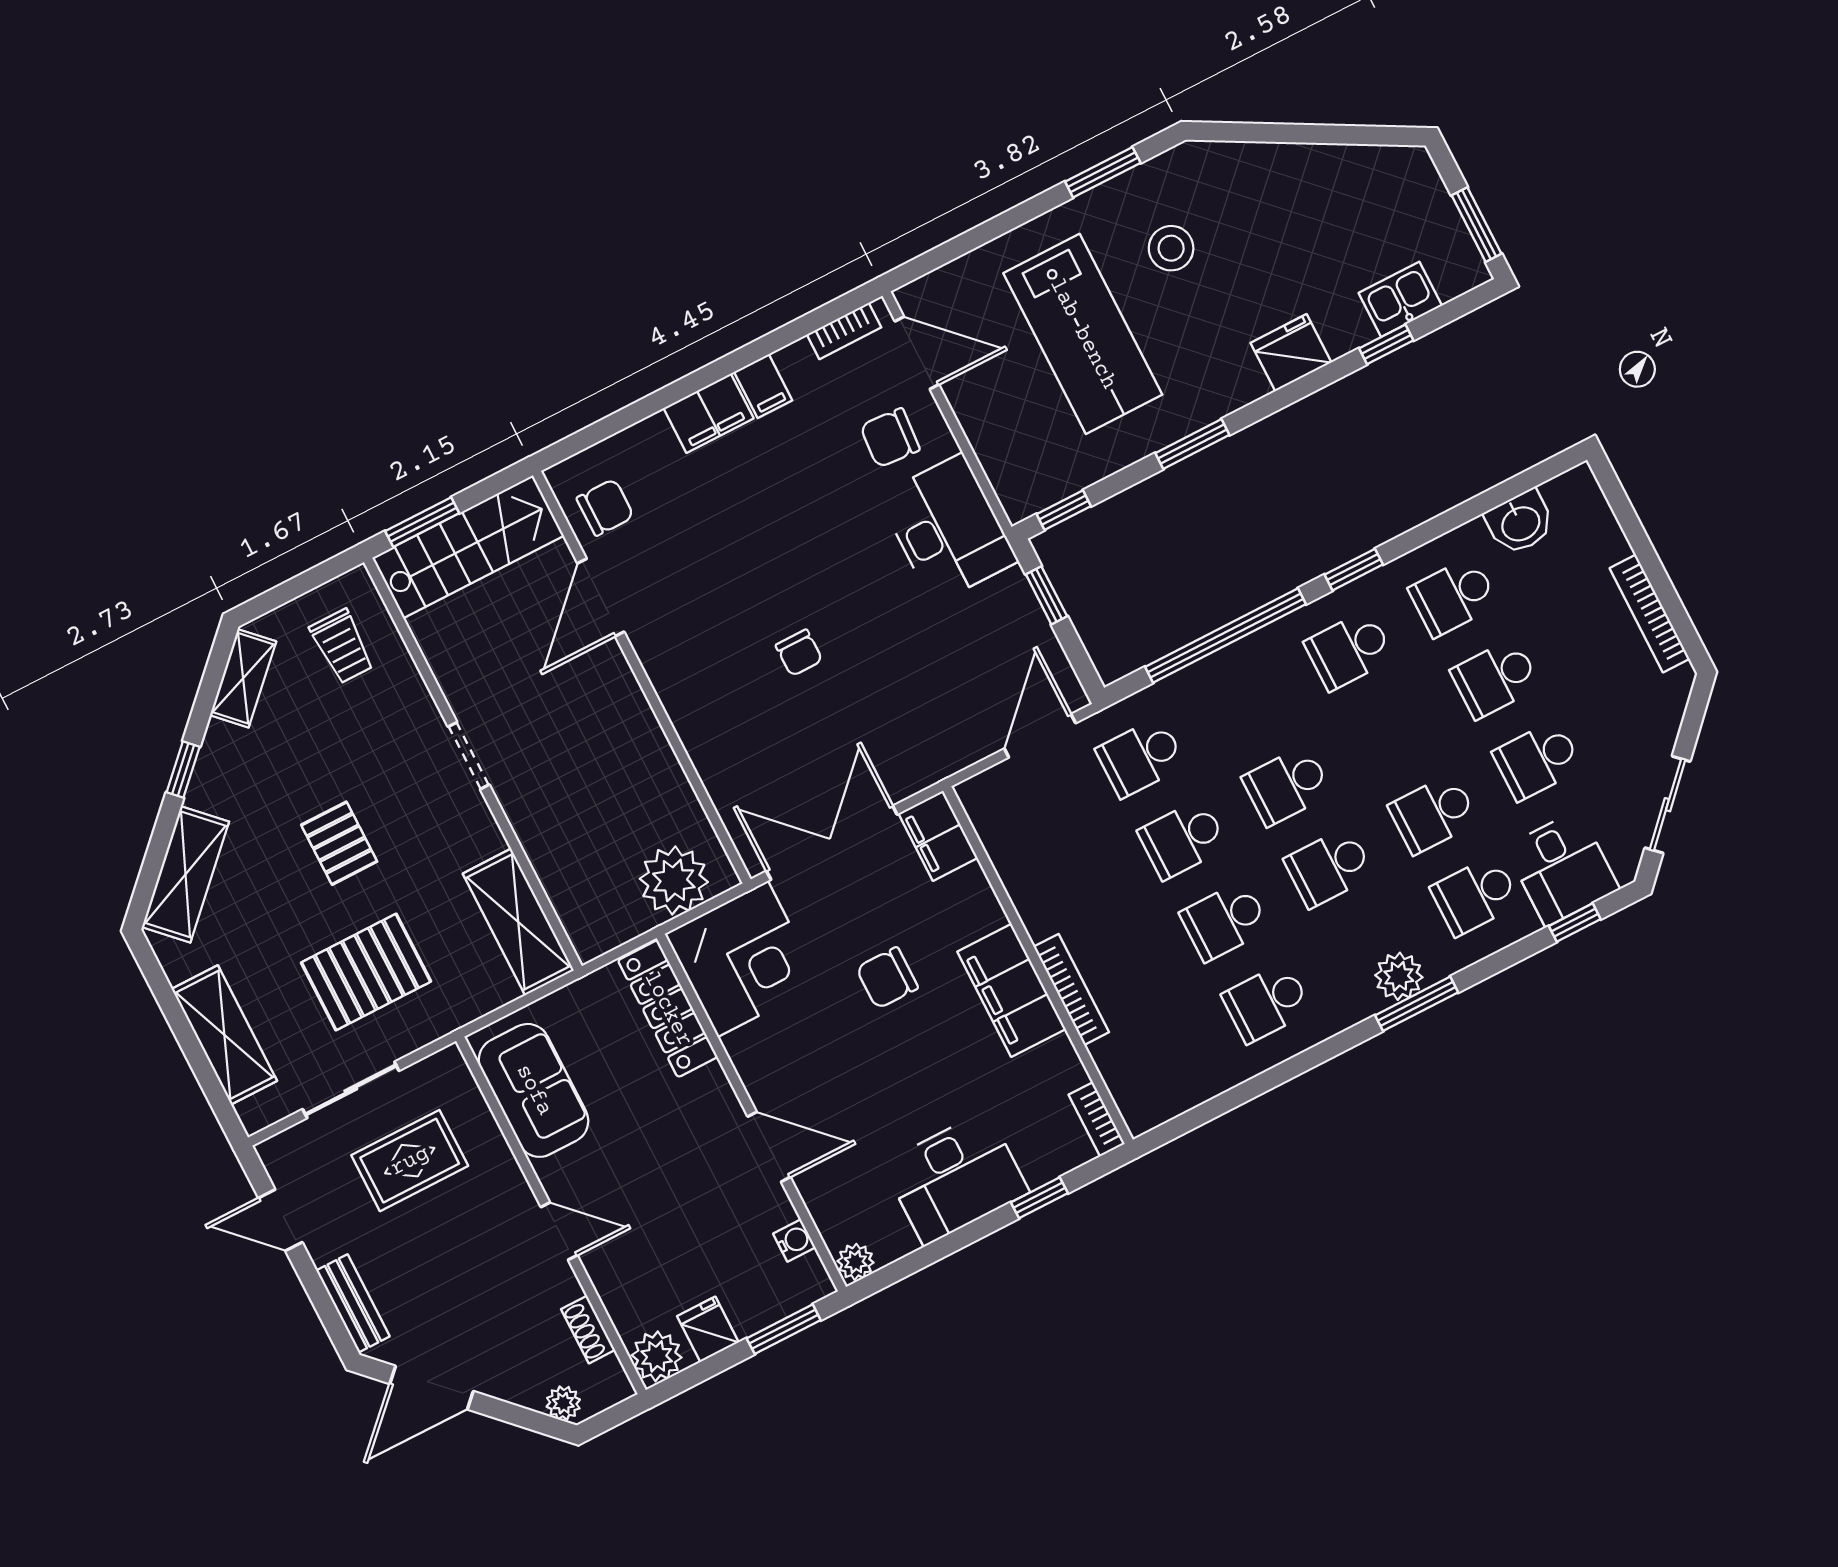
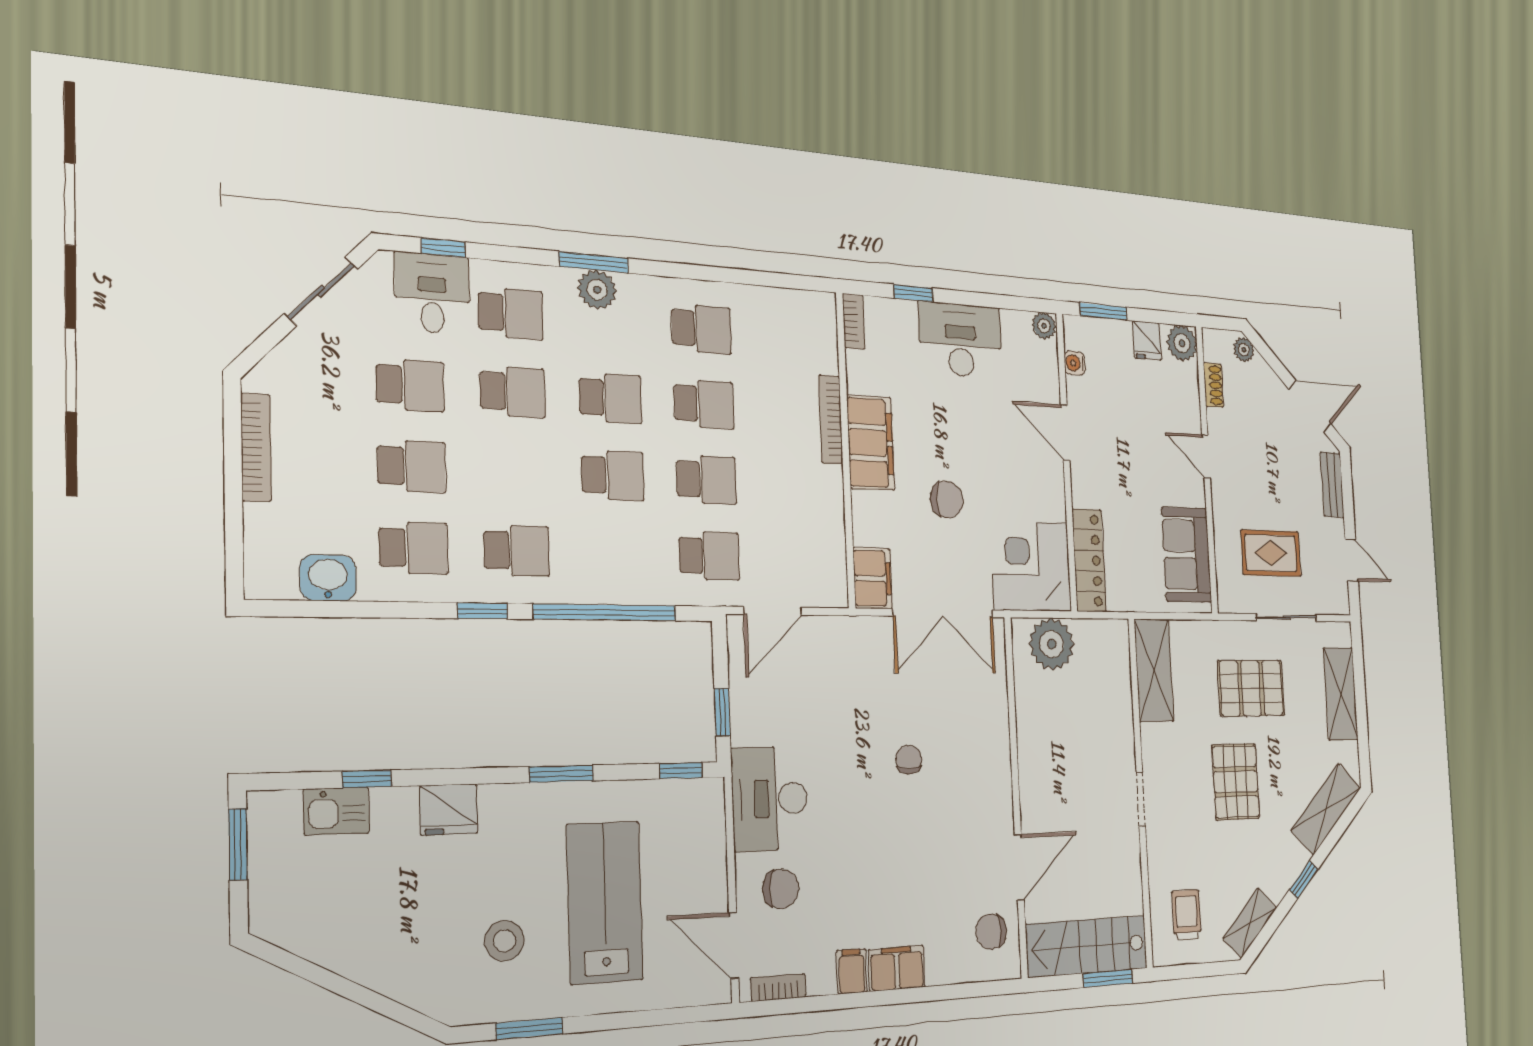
pallet: (339, 843) -> (1236, 782), width x1.50, depth x1.42

